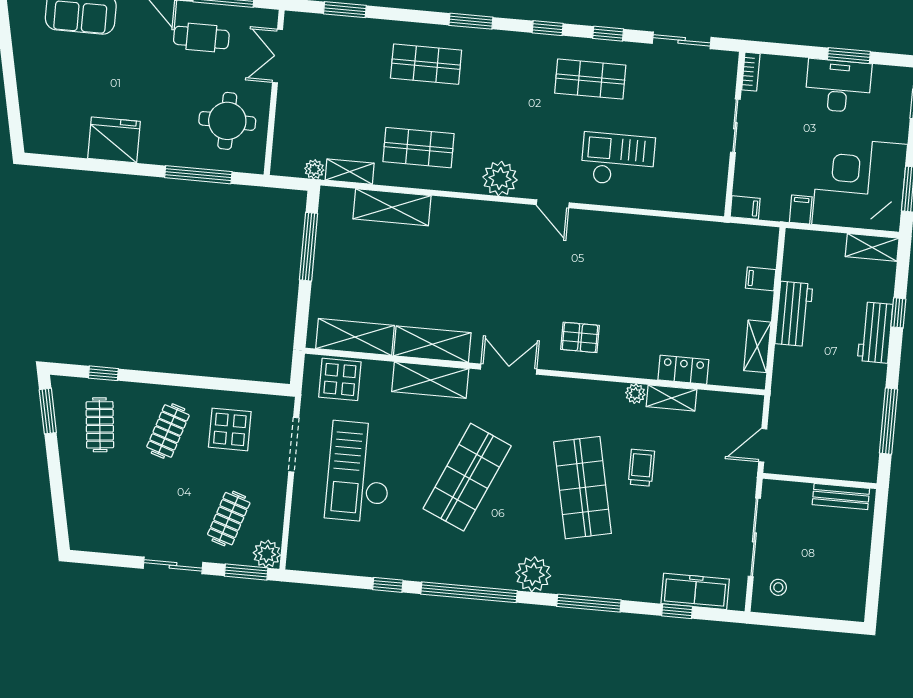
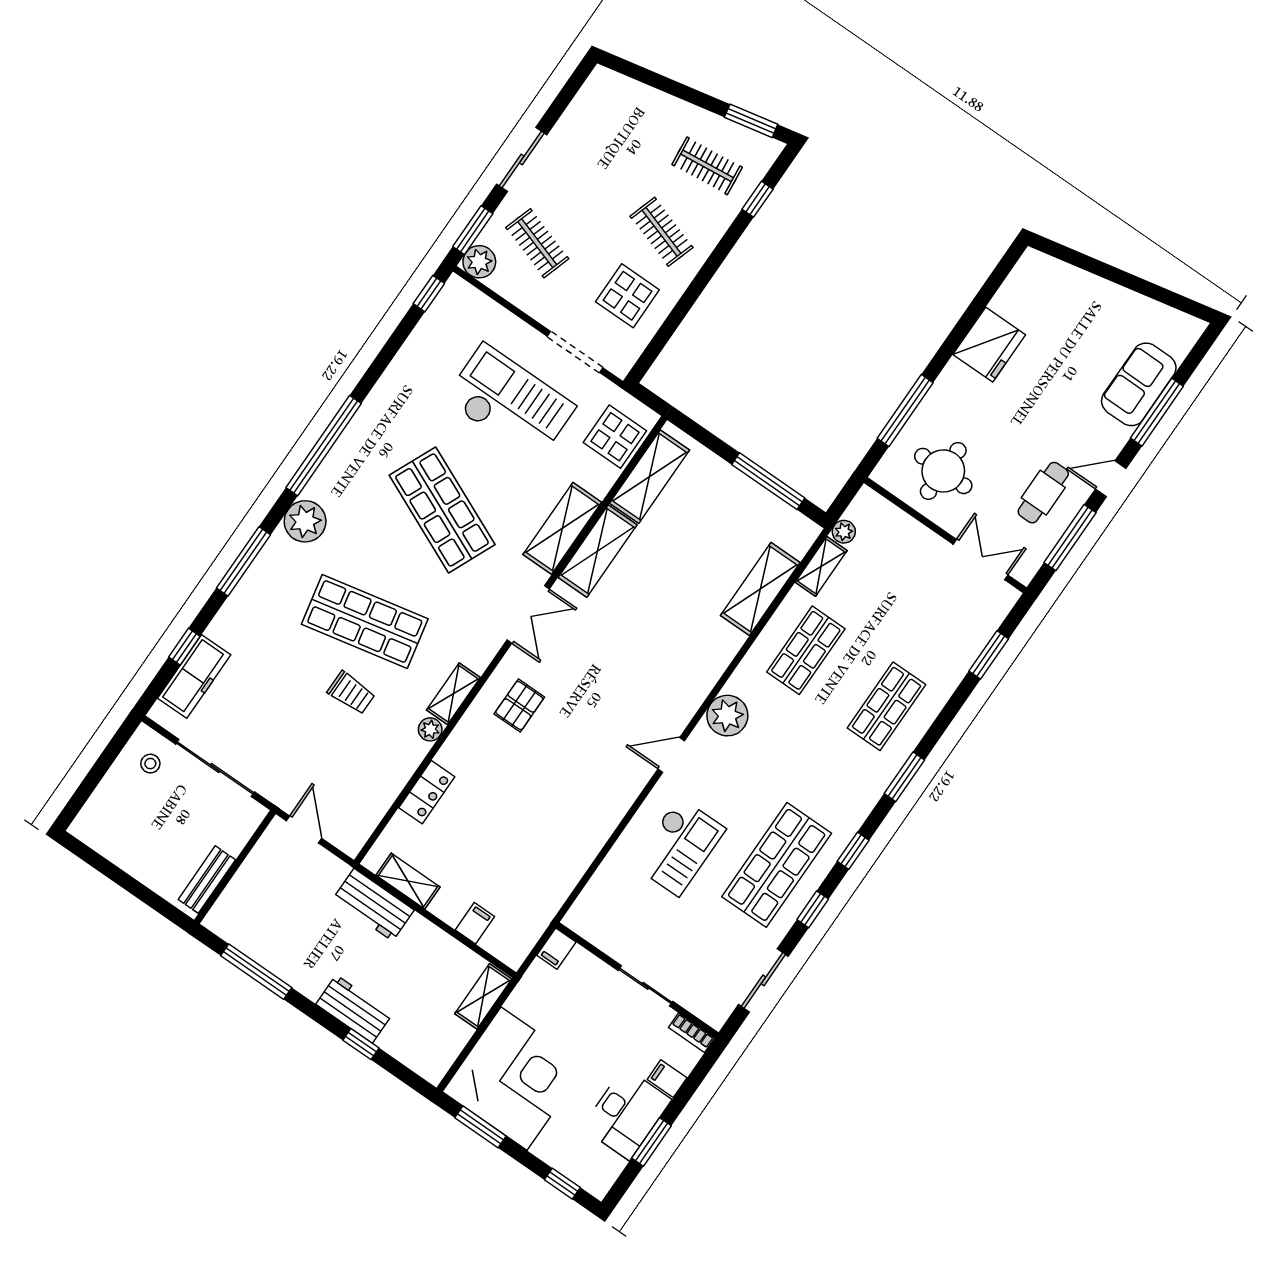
shop shelf: (590, 79) -> (777, 865), width x1.43, depth x1.36
filing cabinet: (801, 210) -> (667, 1079), moved, turned 180
shelving: (872, 247) -> (483, 996), moved
workbench: (794, 314) -> (373, 905), moved
shelving: (671, 398) -> (453, 694), moved
window: (388, 585) -> (429, 294), moved

